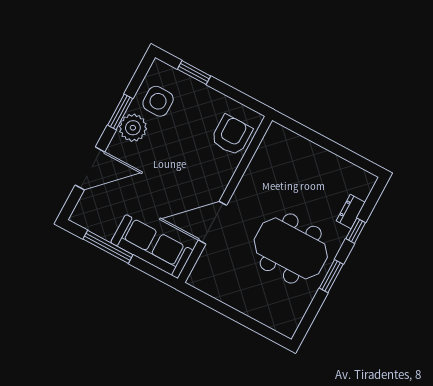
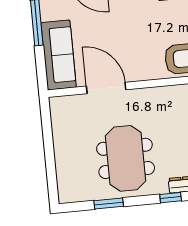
window: (331, 276) -> (109, 204), moved

